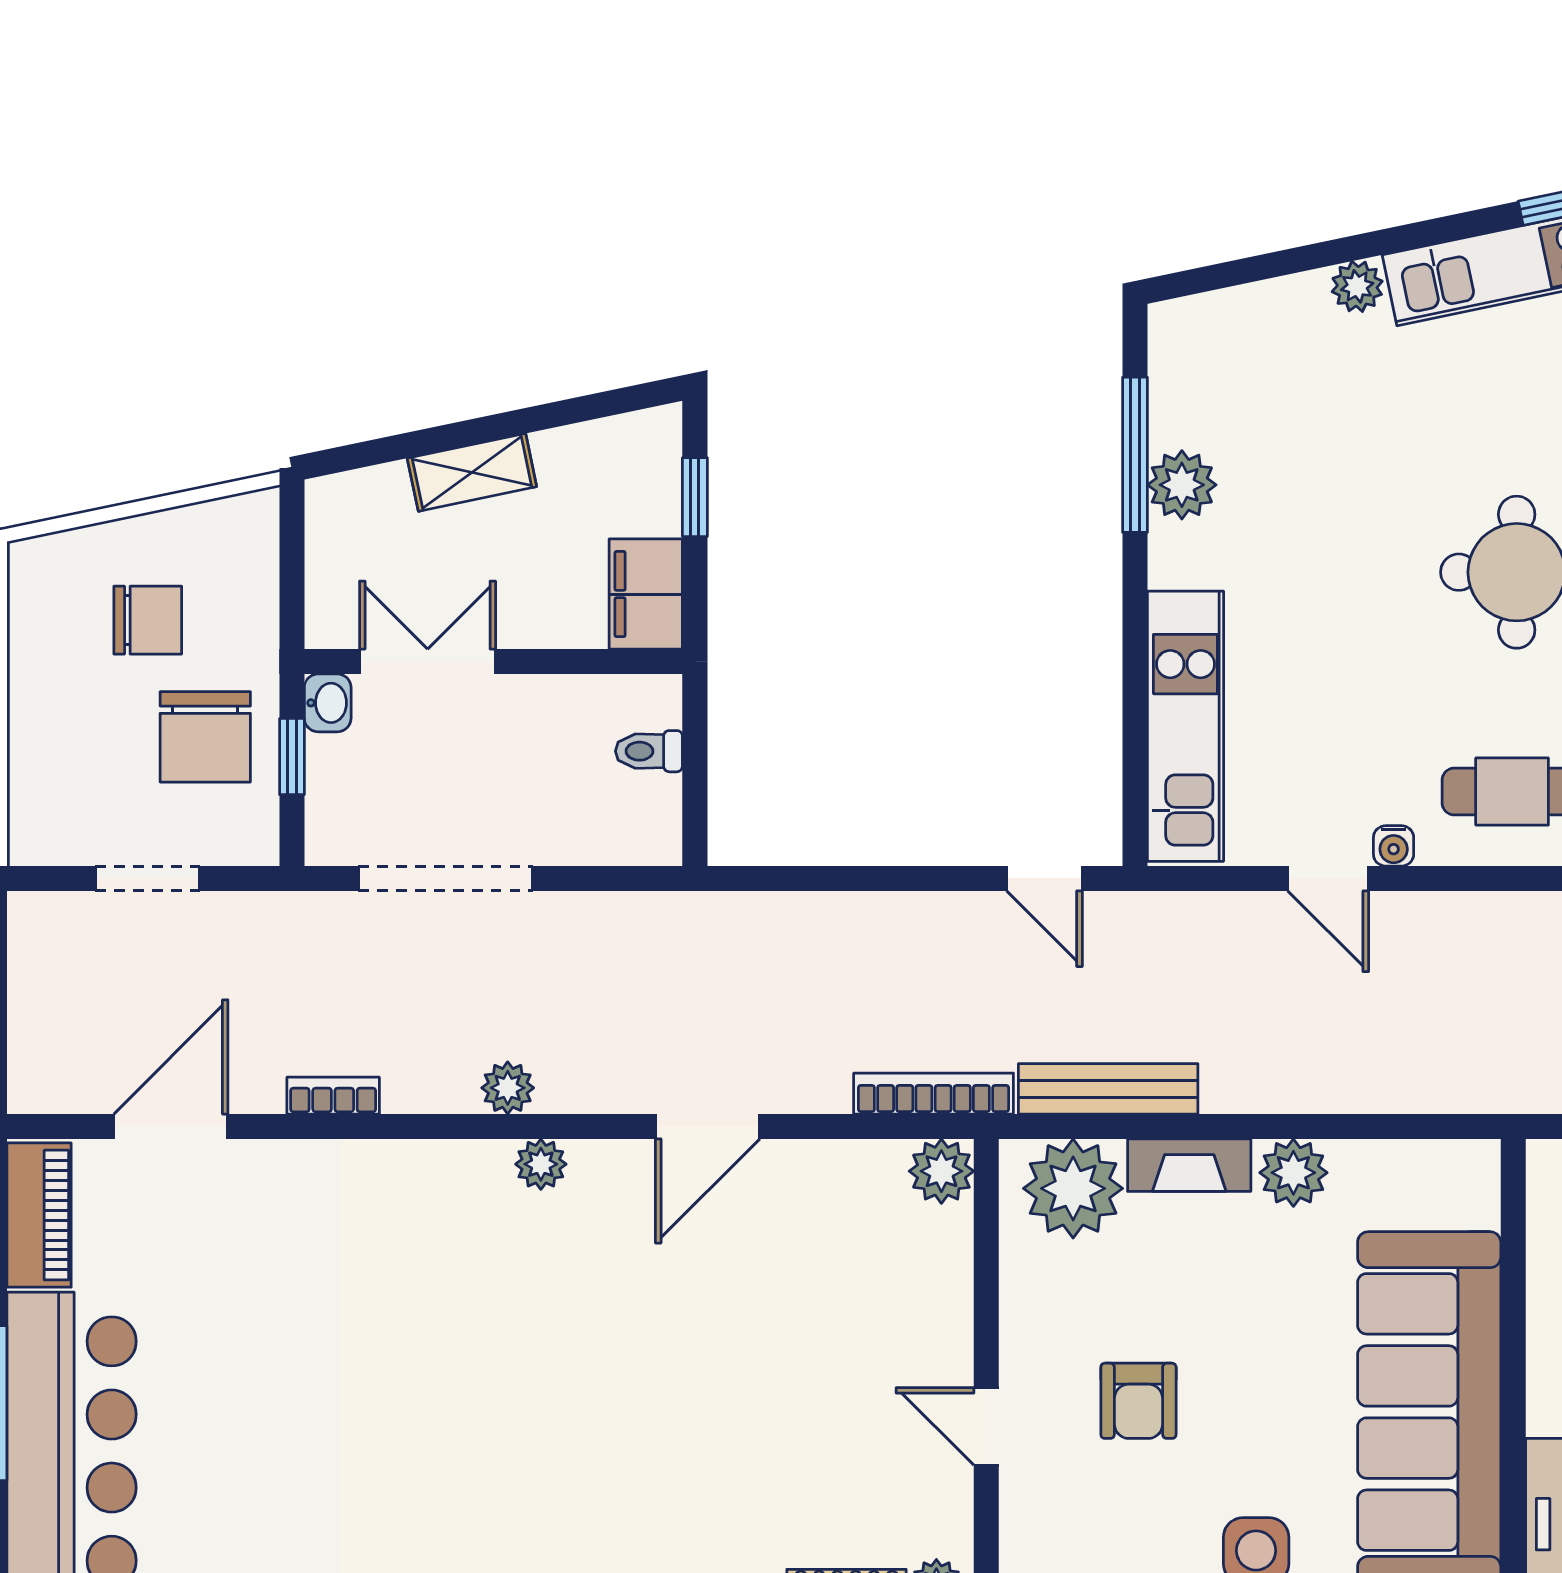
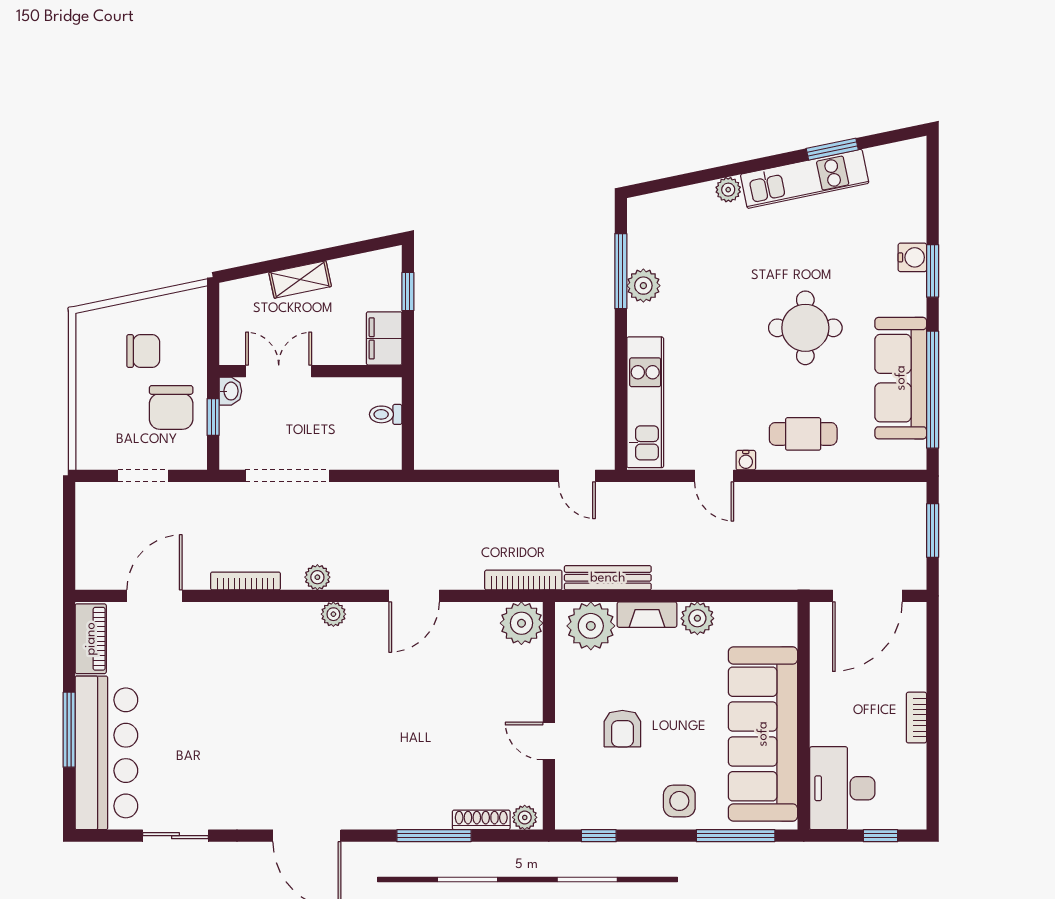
bookcase: (333, 1096) -> (246, 581), width x1.56
plant: (941, 1171) -> (521, 623), width x1.36, depth x1.36

